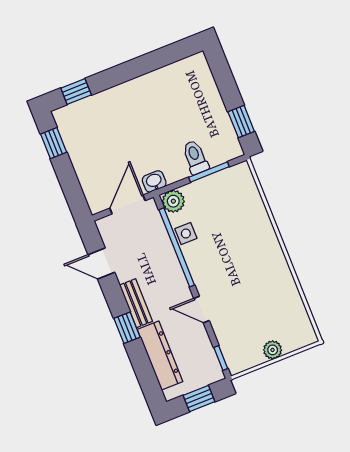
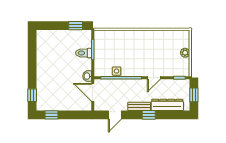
plant: (173, 201) -> (100, 71), removed

